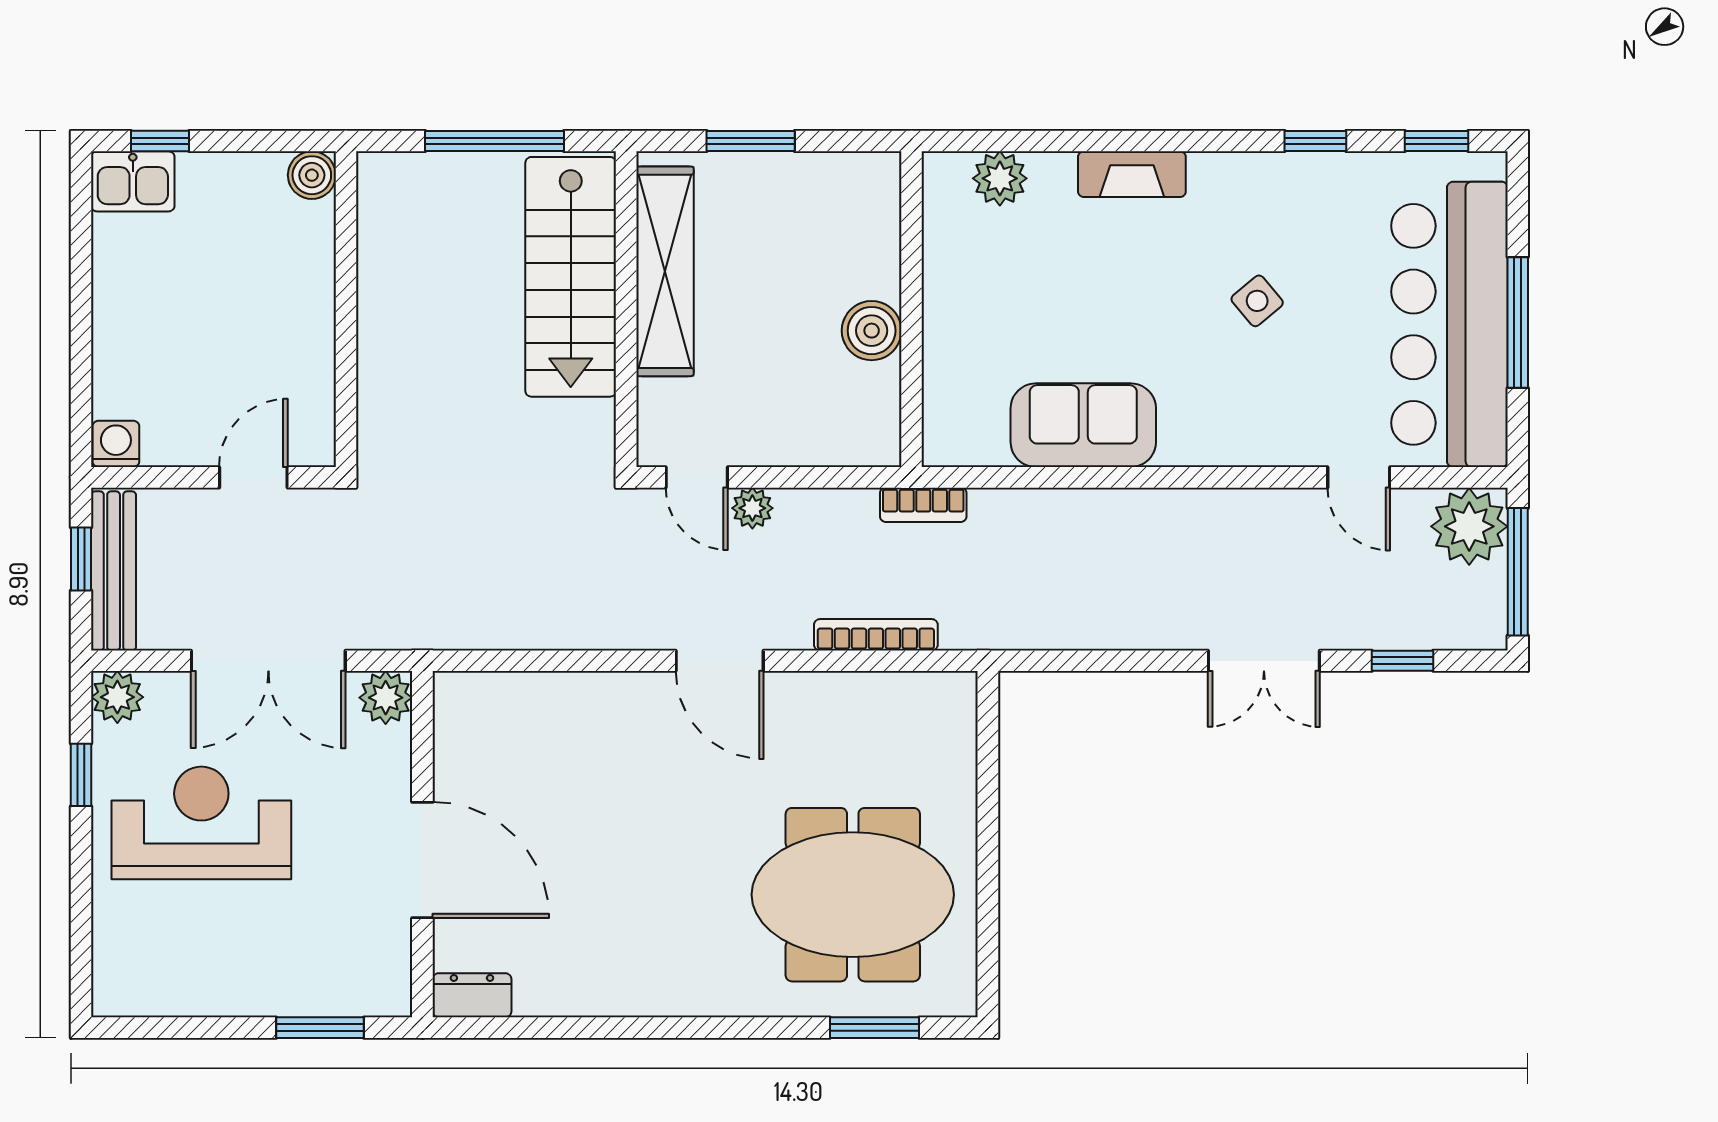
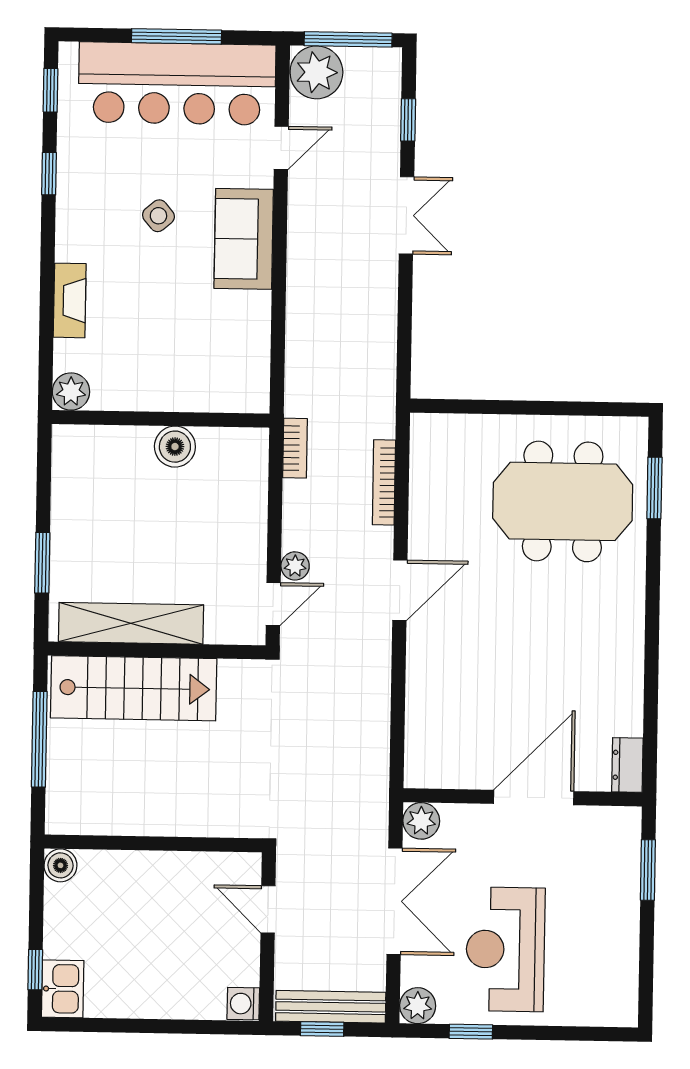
wall: (912, 309) -> (161, 419), moved
boiler: (872, 331) -> (175, 447), moved
sofa: (1083, 425) -> (244, 239), moved
meeting table: (853, 895) -> (563, 501), turned 90

